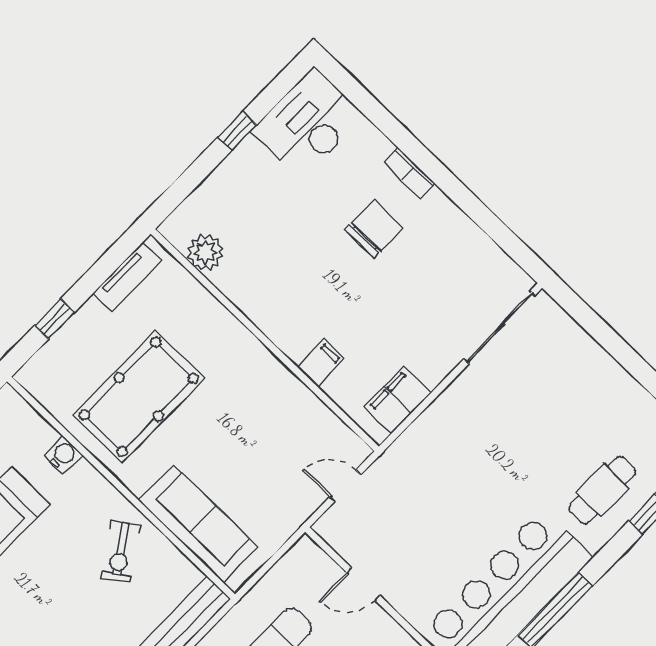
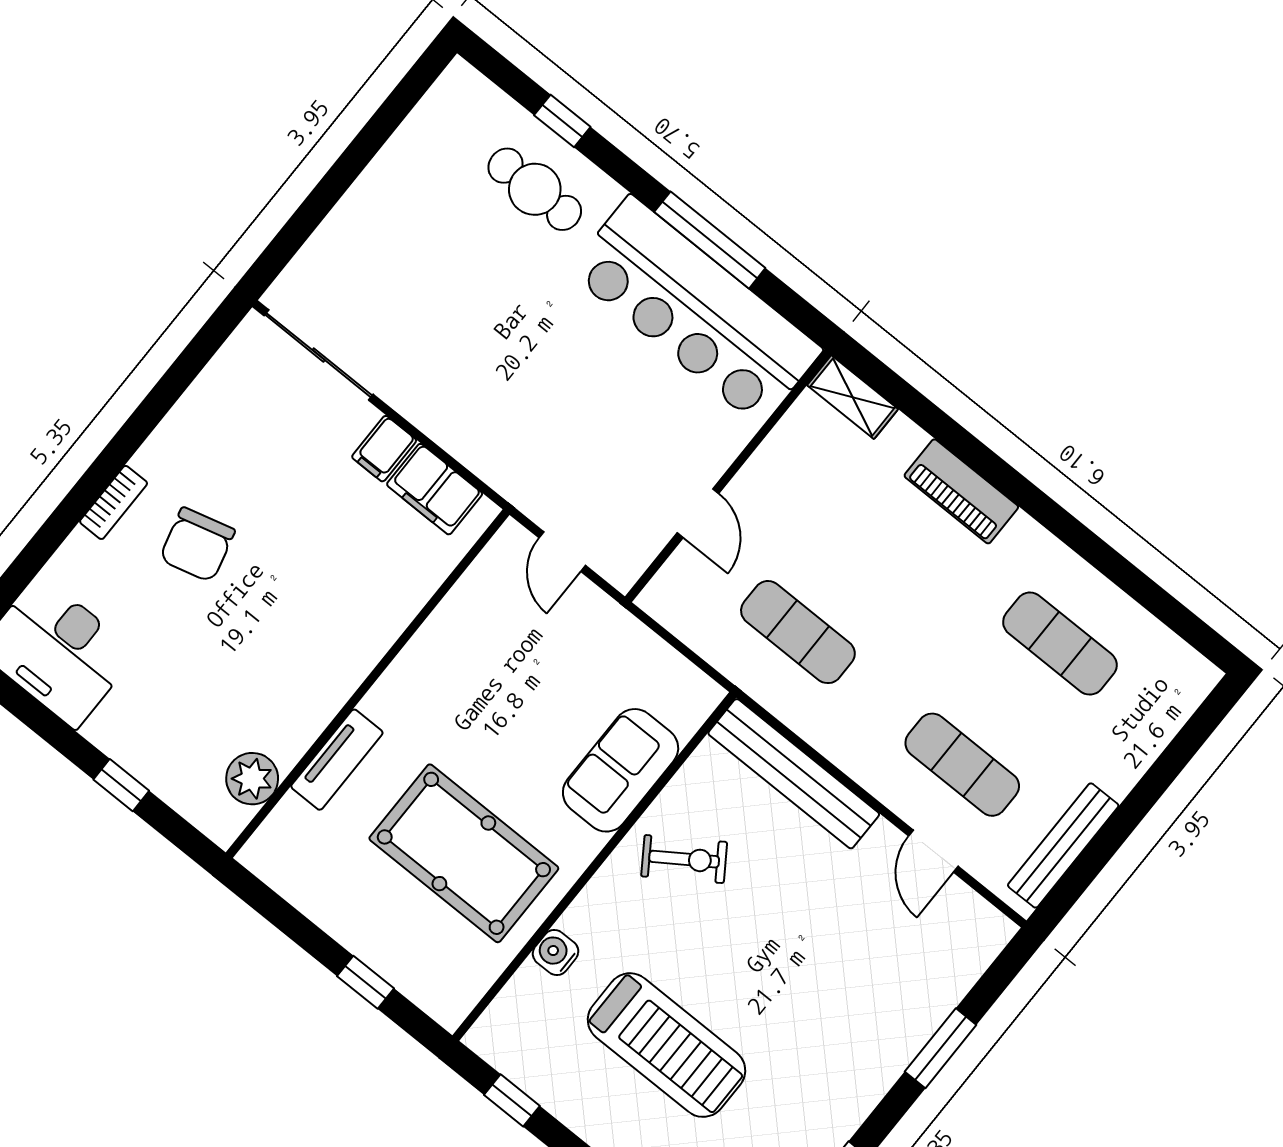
window: (237, 131) -> (121, 785), moved
chair: (374, 229) -> (197, 545), turned -105
tv unit: (127, 277) -> (337, 760), moved, turned 90
filing cabinet: (321, 363) -> (384, 449), moved, turned -90
sofa: (198, 524) -> (621, 770), width x0.73

